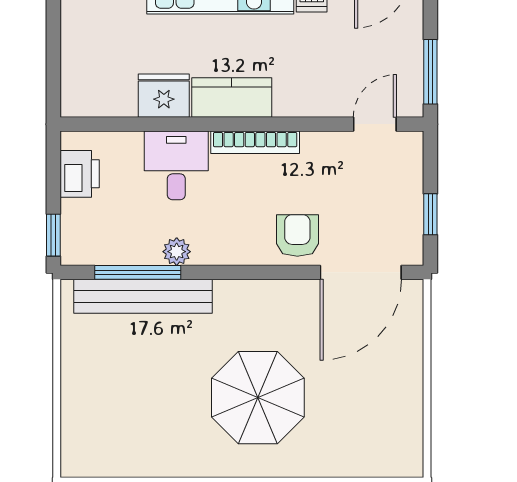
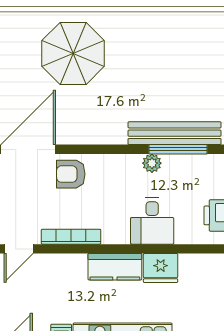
bookcase: (255, 142) -> (71, 237), moved
armchair: (297, 235) -> (71, 174), turned 90
parasol: (258, 398) -> (73, 53), moved

